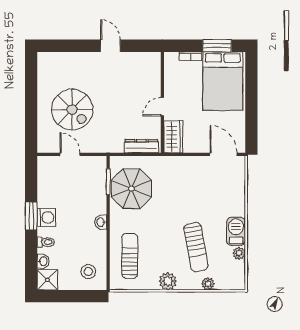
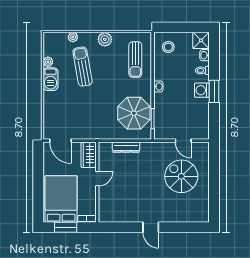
wall: (162, 102) -> (97, 182), moved
door: (162, 107) -> (97, 179), moved
wardrobe: (173, 137) -> (89, 155), moved

